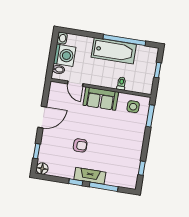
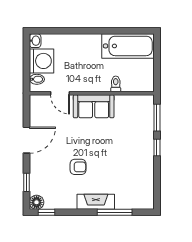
window: (124, 40) -> (111, 31), removed
bathtub: (114, 51) -> (128, 46), moved
window: (158, 70) -> (157, 61), removed
side table: (133, 107) -> (134, 110), removed
window: (142, 168) -> (157, 147), moved
window: (76, 182) -> (47, 212), moved

